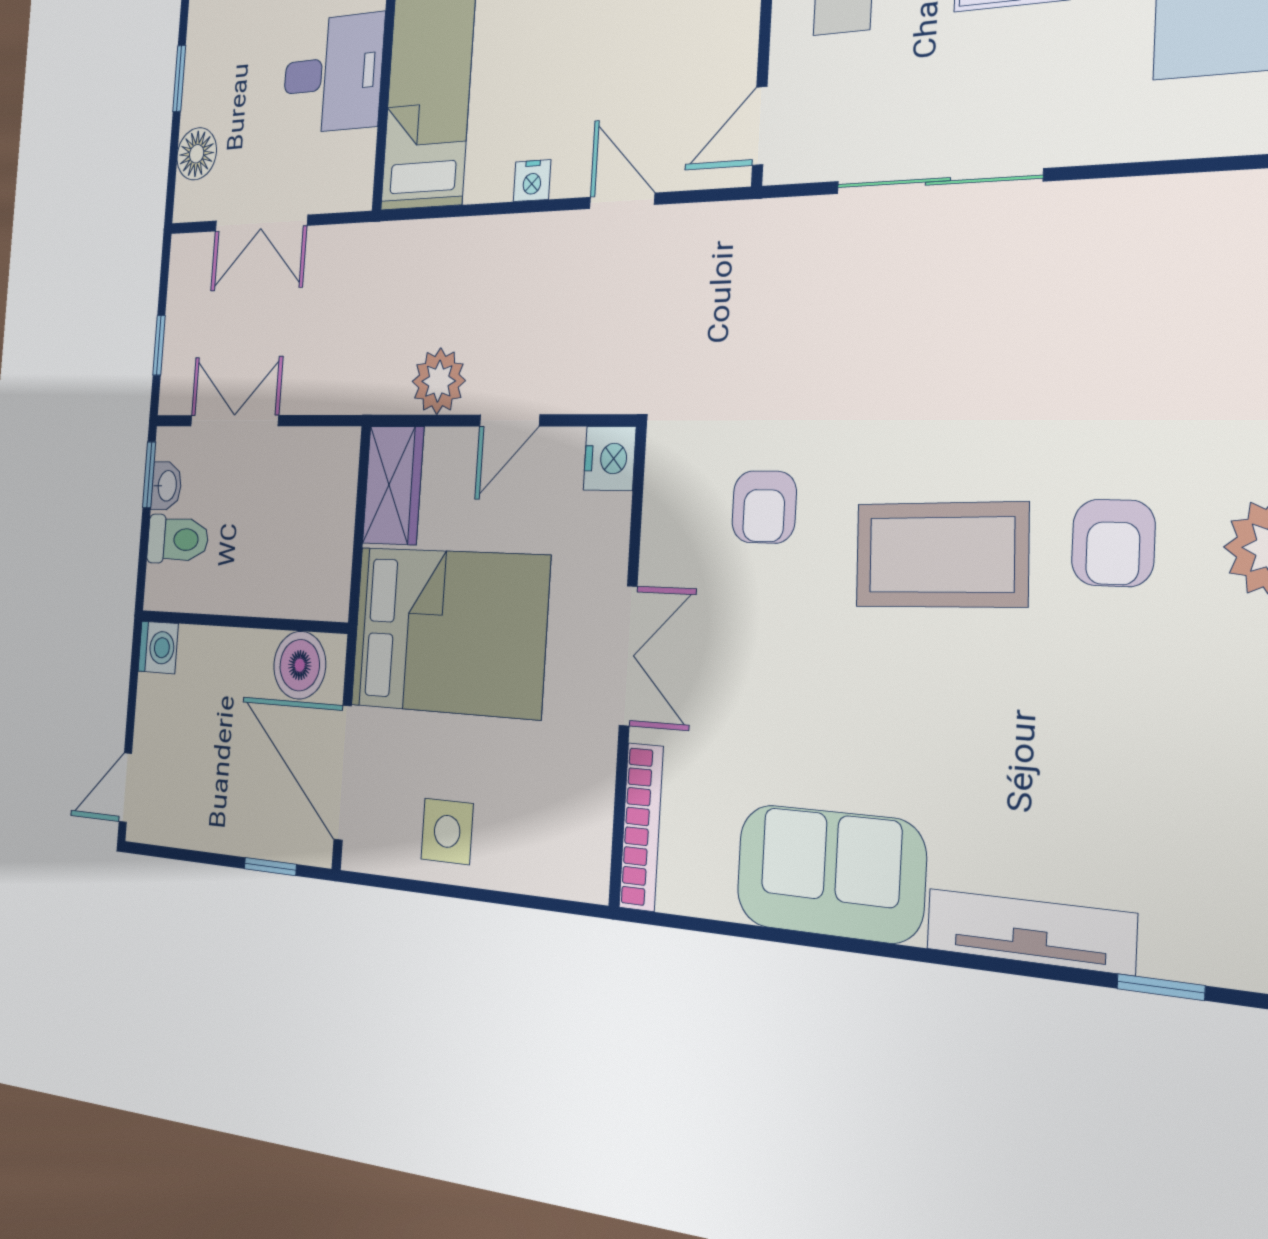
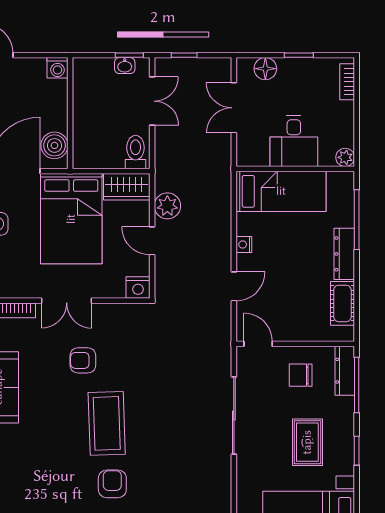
armchair: (764, 507) -> (83, 360), moved
toilet: (178, 539) -> (135, 152), moved, turned 180
armchair: (1113, 543) -> (112, 484), turned 90

